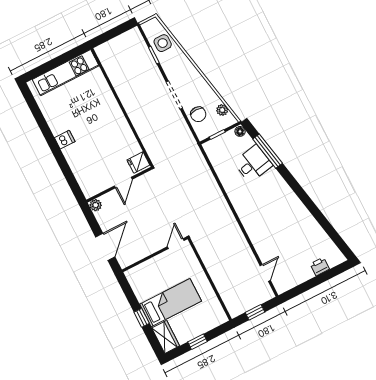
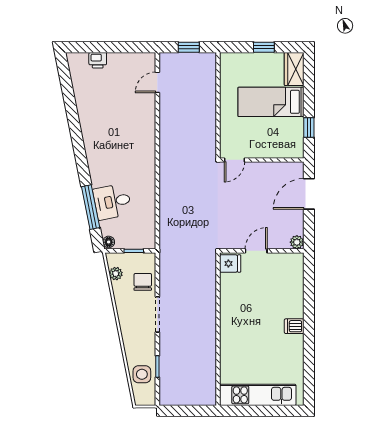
window: (142, 318) -> (309, 128), moved

